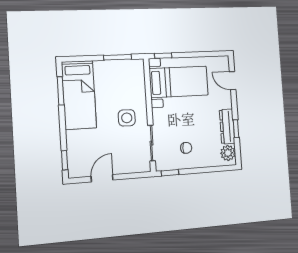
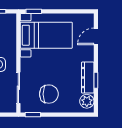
door: (233, 81) -> (96, 36), hinge flipped
chair: (186, 148) -> (49, 94), width x1.87, depth x1.87

